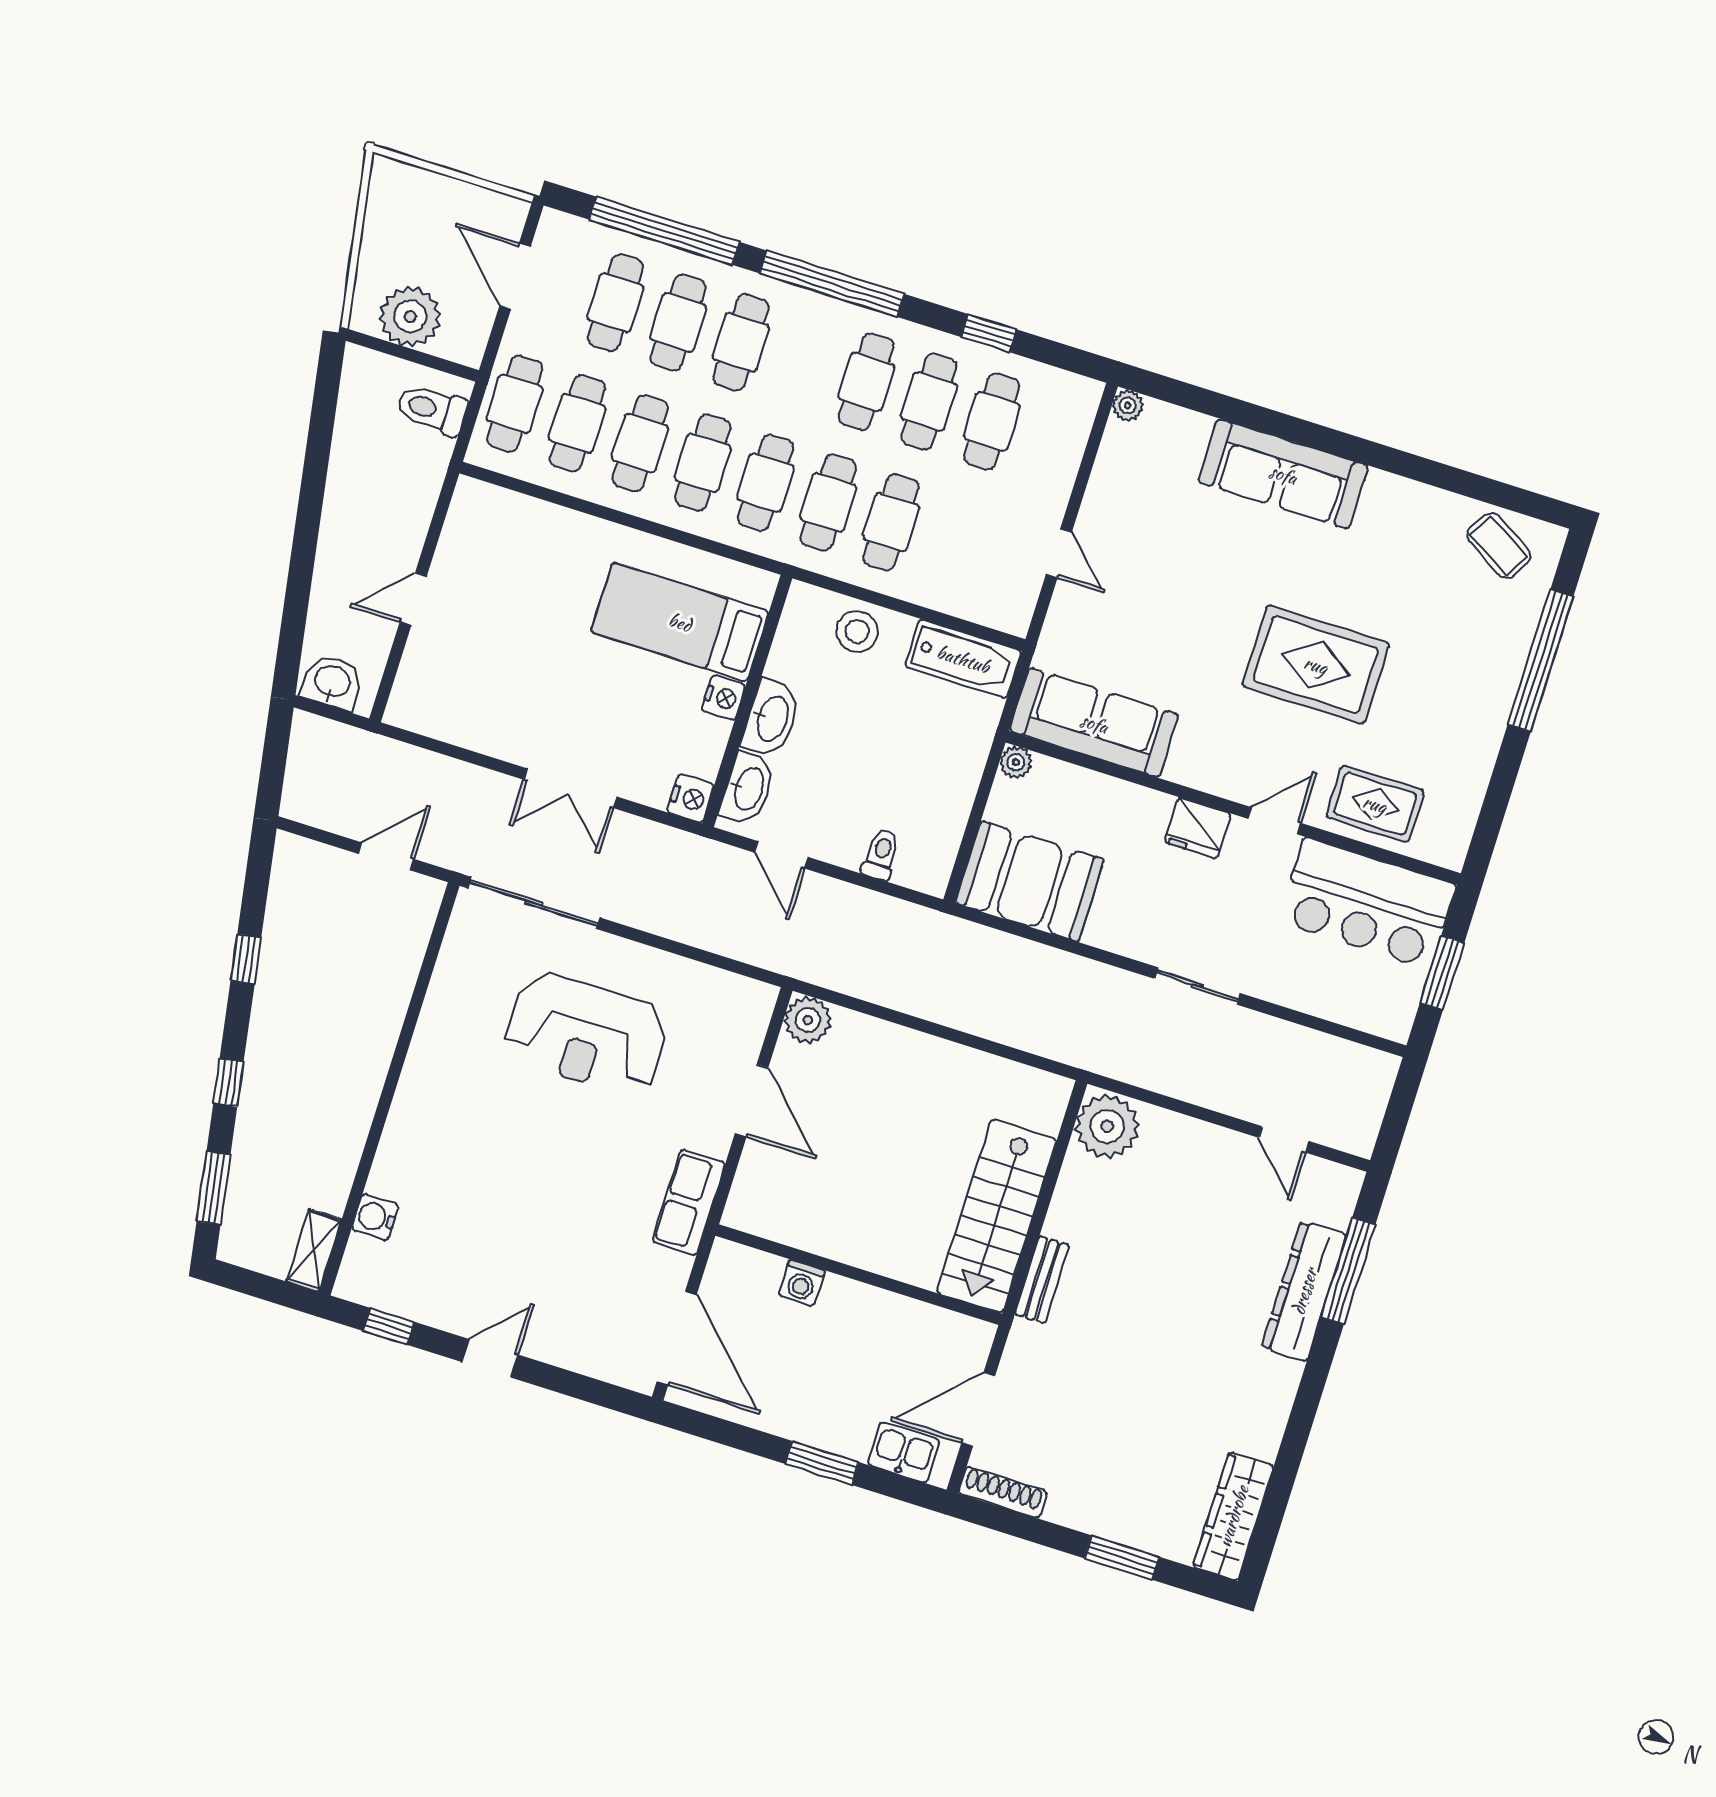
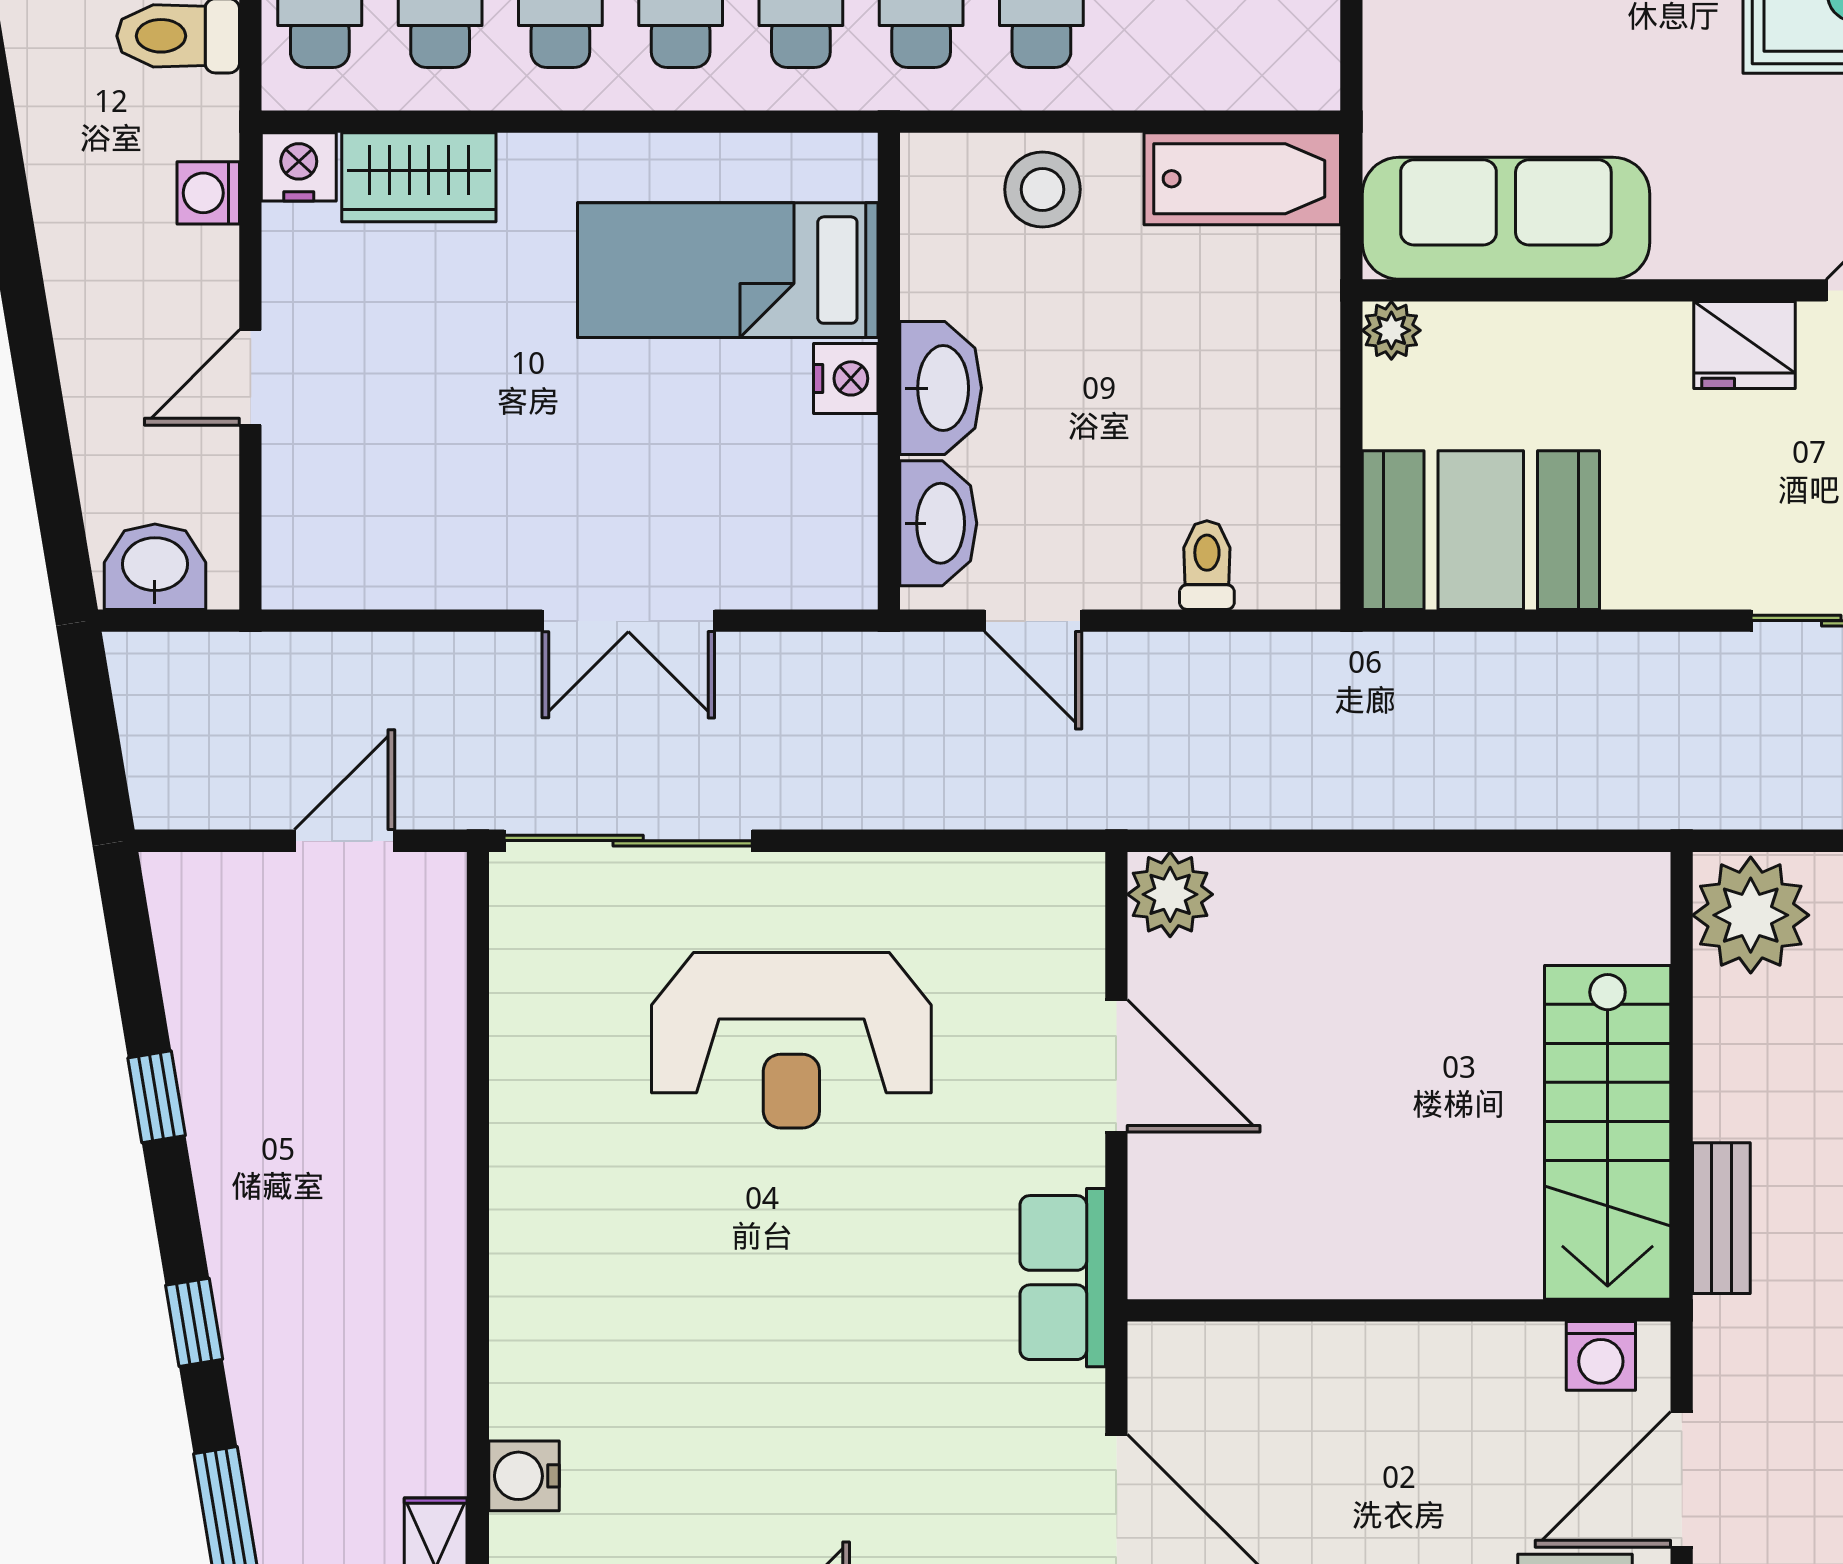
washing machine: (421, 496) -> (208, 193), added
wardrobe: (534, 522) -> (419, 177), added
nightstand: (690, 798) -> (299, 167), moved, turned -90
washing machine: (802, 1283) -> (1601, 1356), moved

